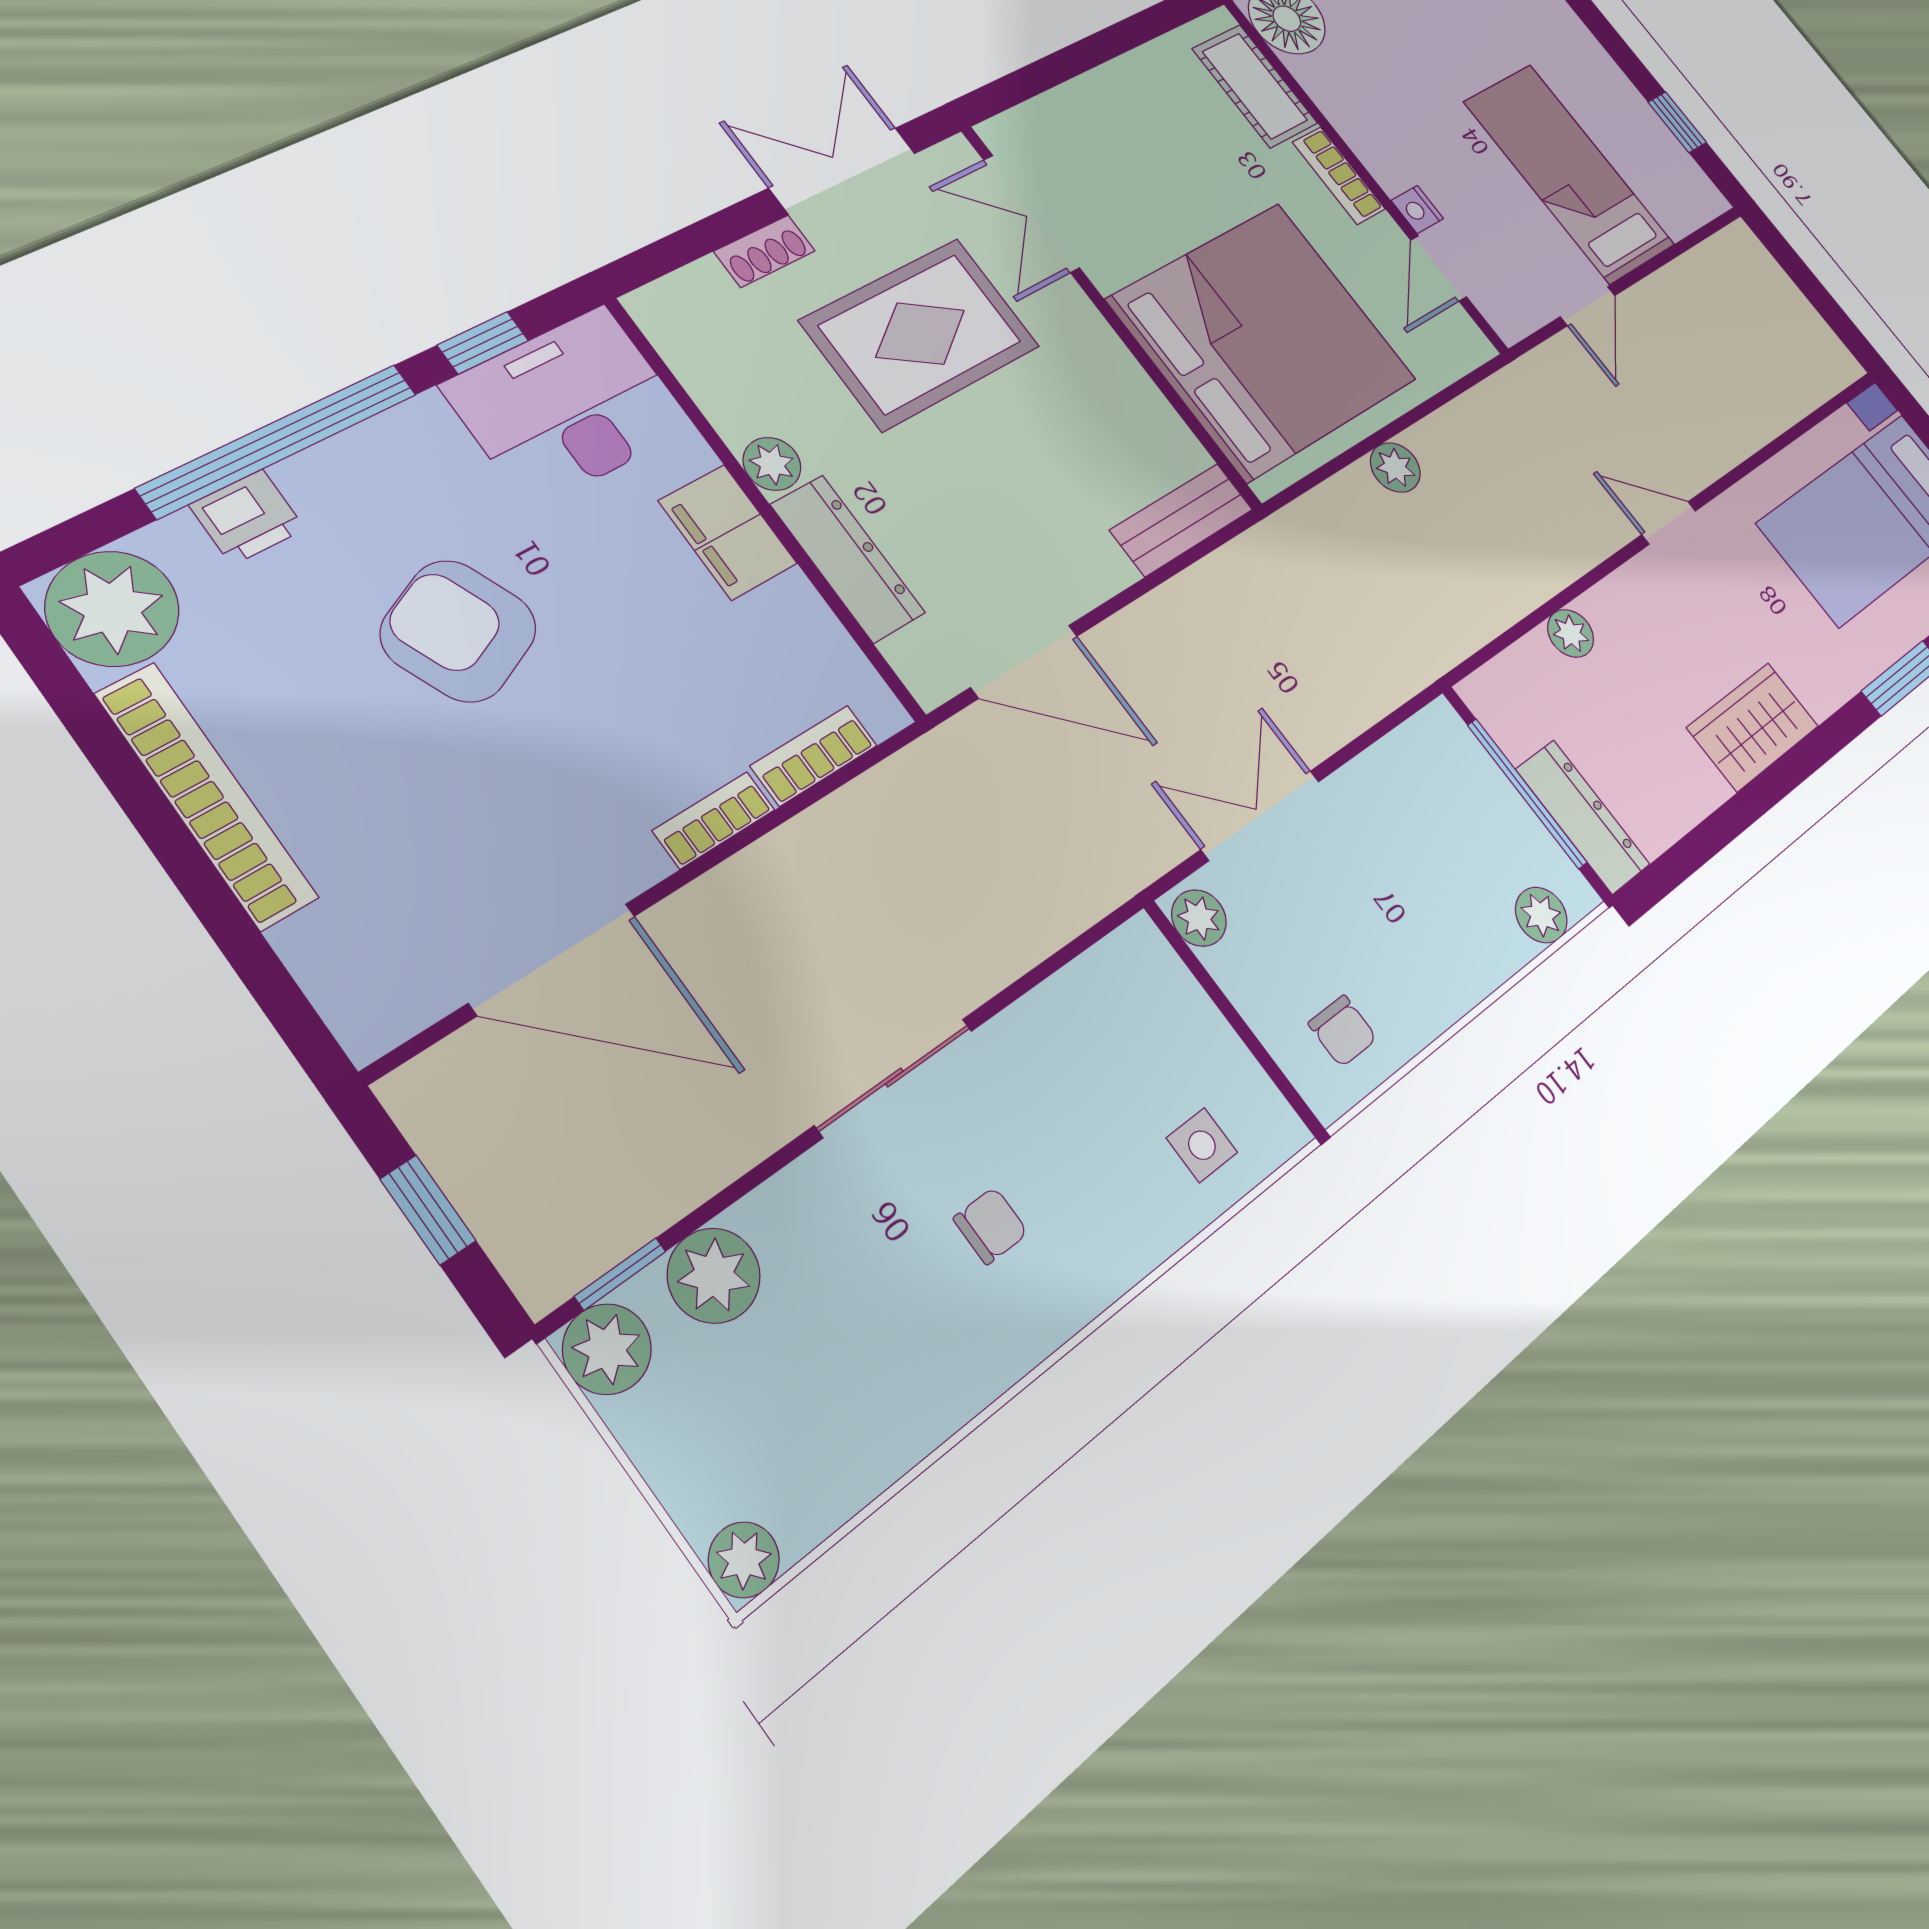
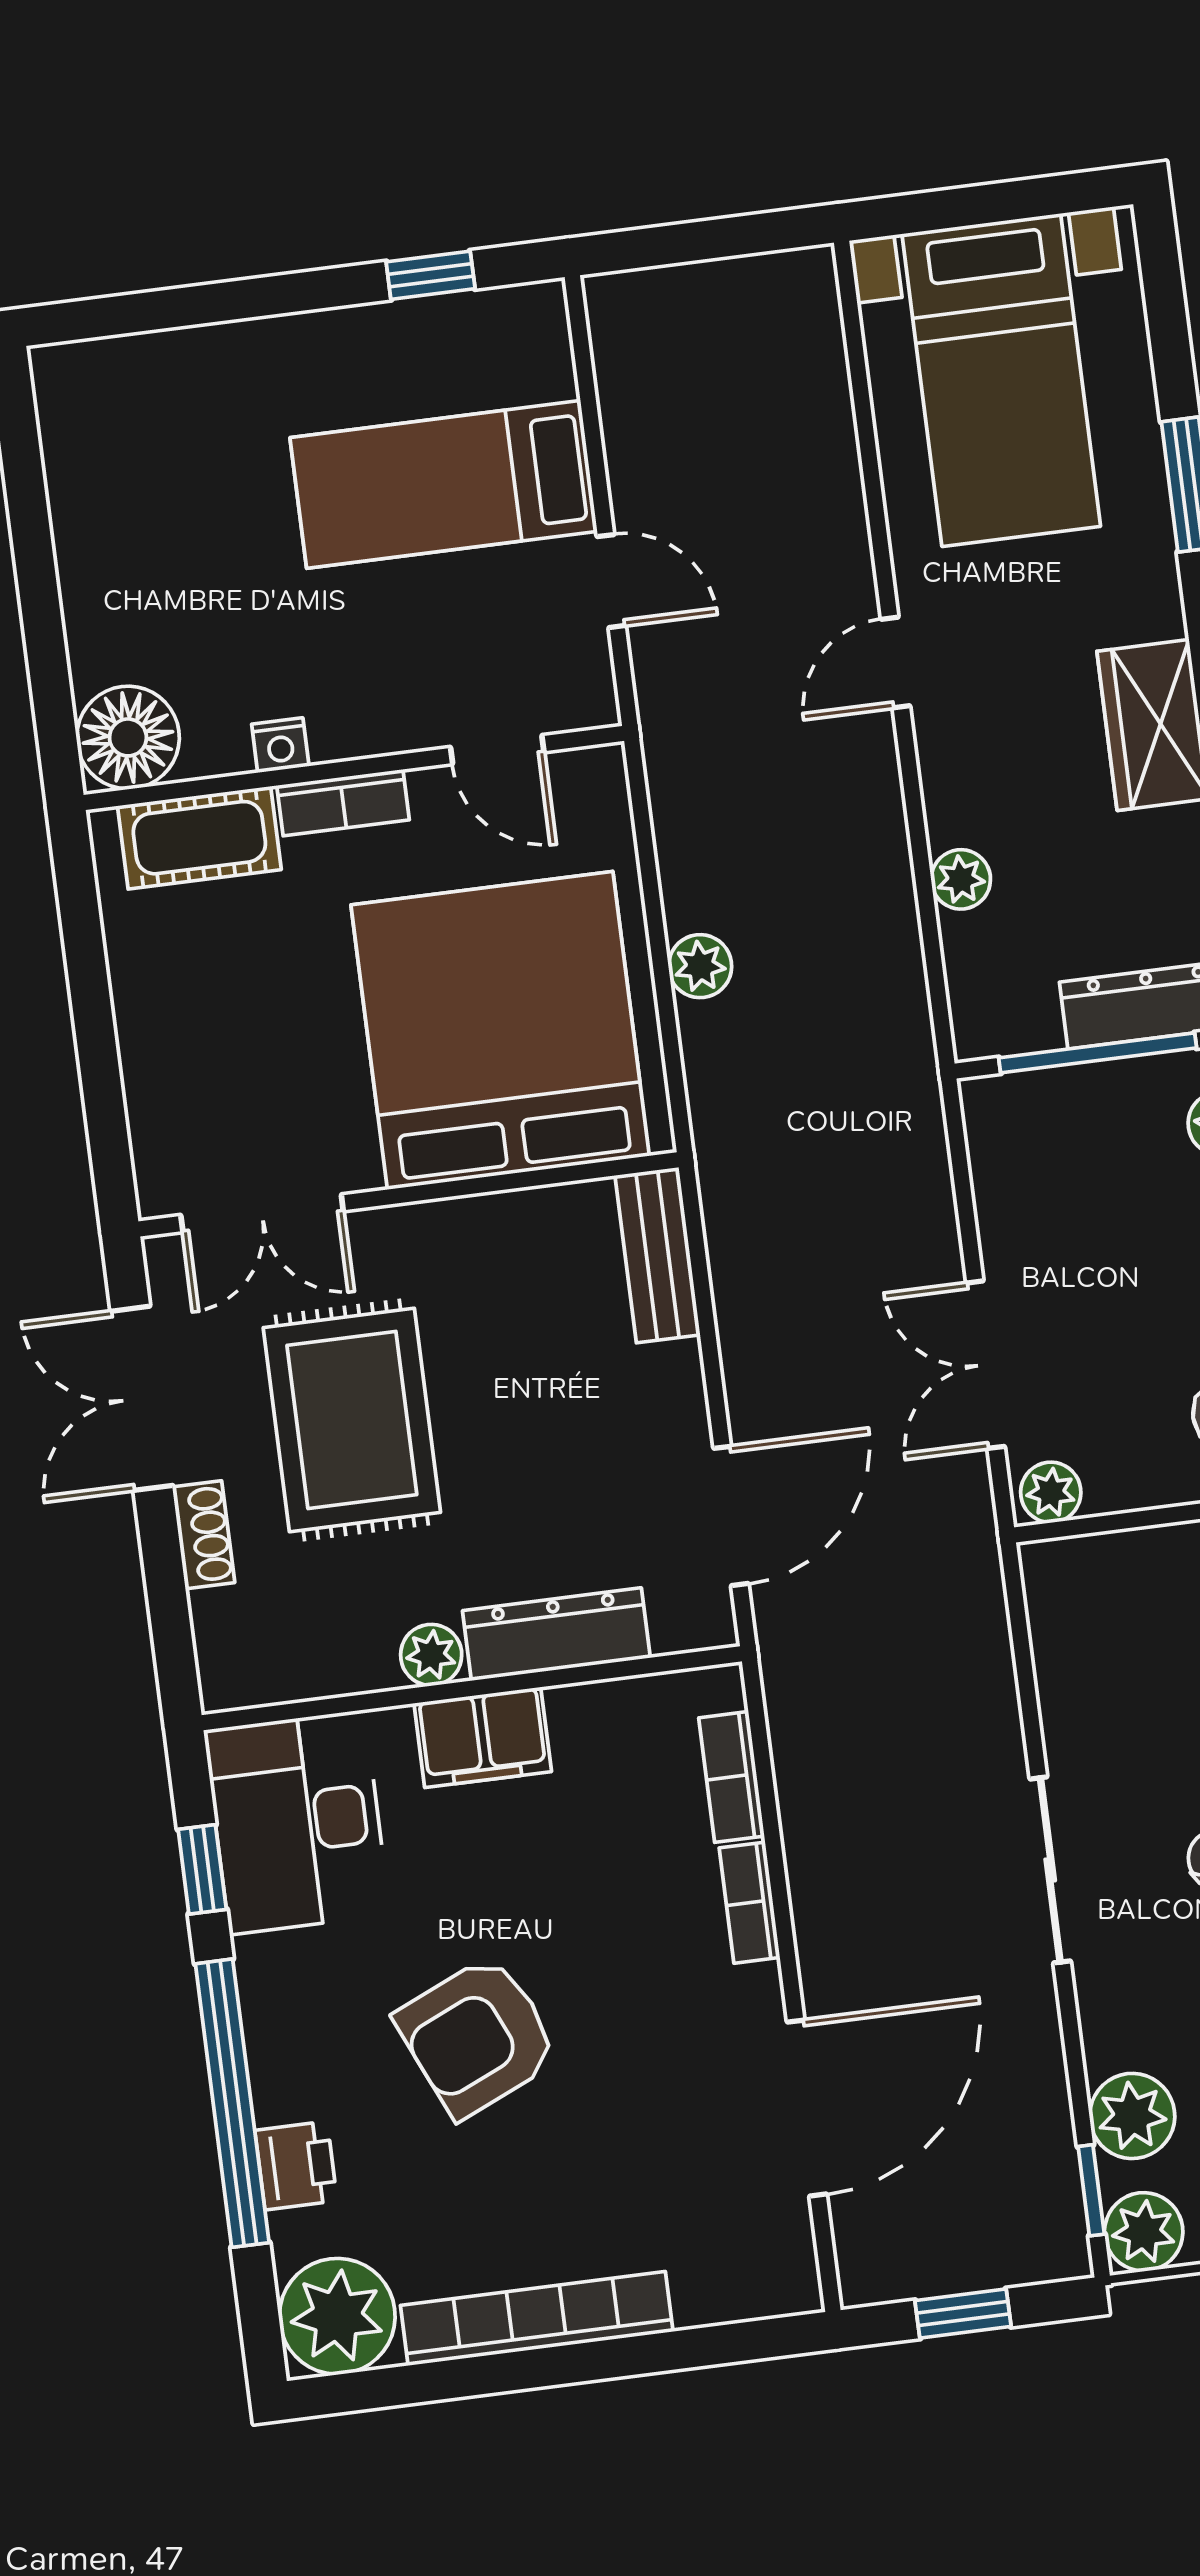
nightstand: (1417, 210) -> (280, 745), moved

